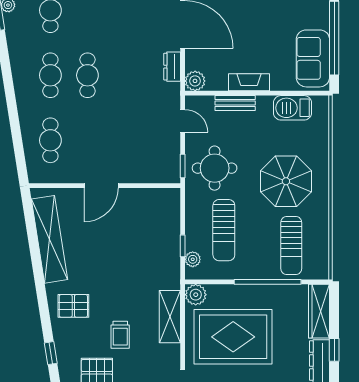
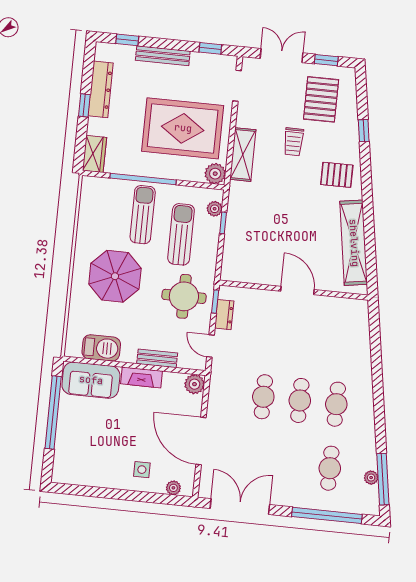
sofa: (313, 58) -> (91, 380), moved, turned 90
dresser: (172, 67) -> (224, 315), moved
cafe table: (50, 140) -> (263, 397), moved
door: (101, 186) -> (297, 290), hinge flipped
sun lounger: (291, 246) -> (143, 215), moved
wardrobe: (319, 311) -> (95, 154), width x0.67
trolley: (120, 335) -> (294, 142), turned 180

